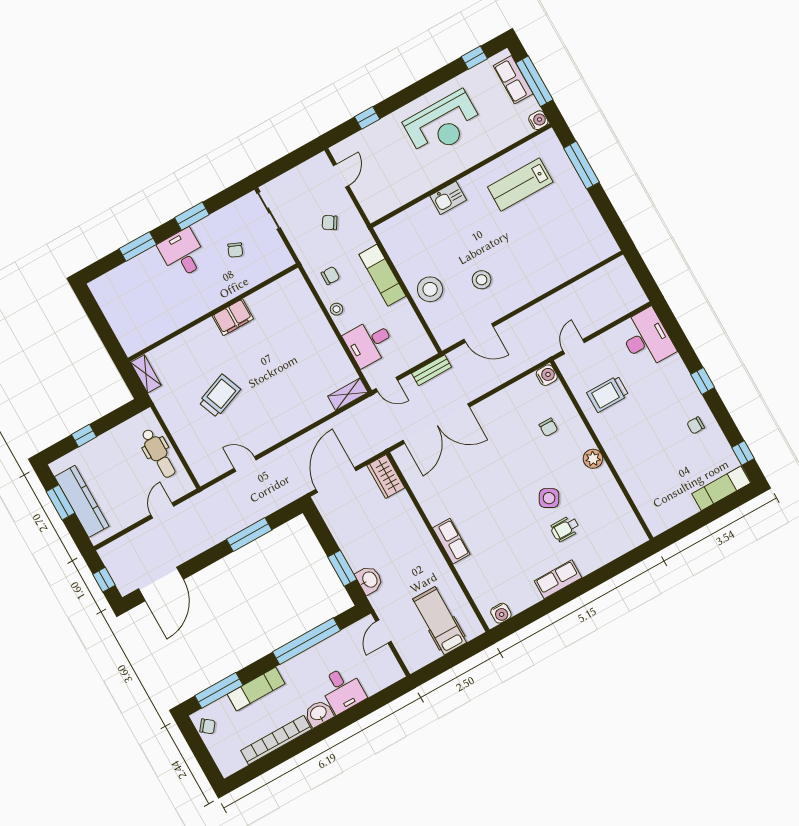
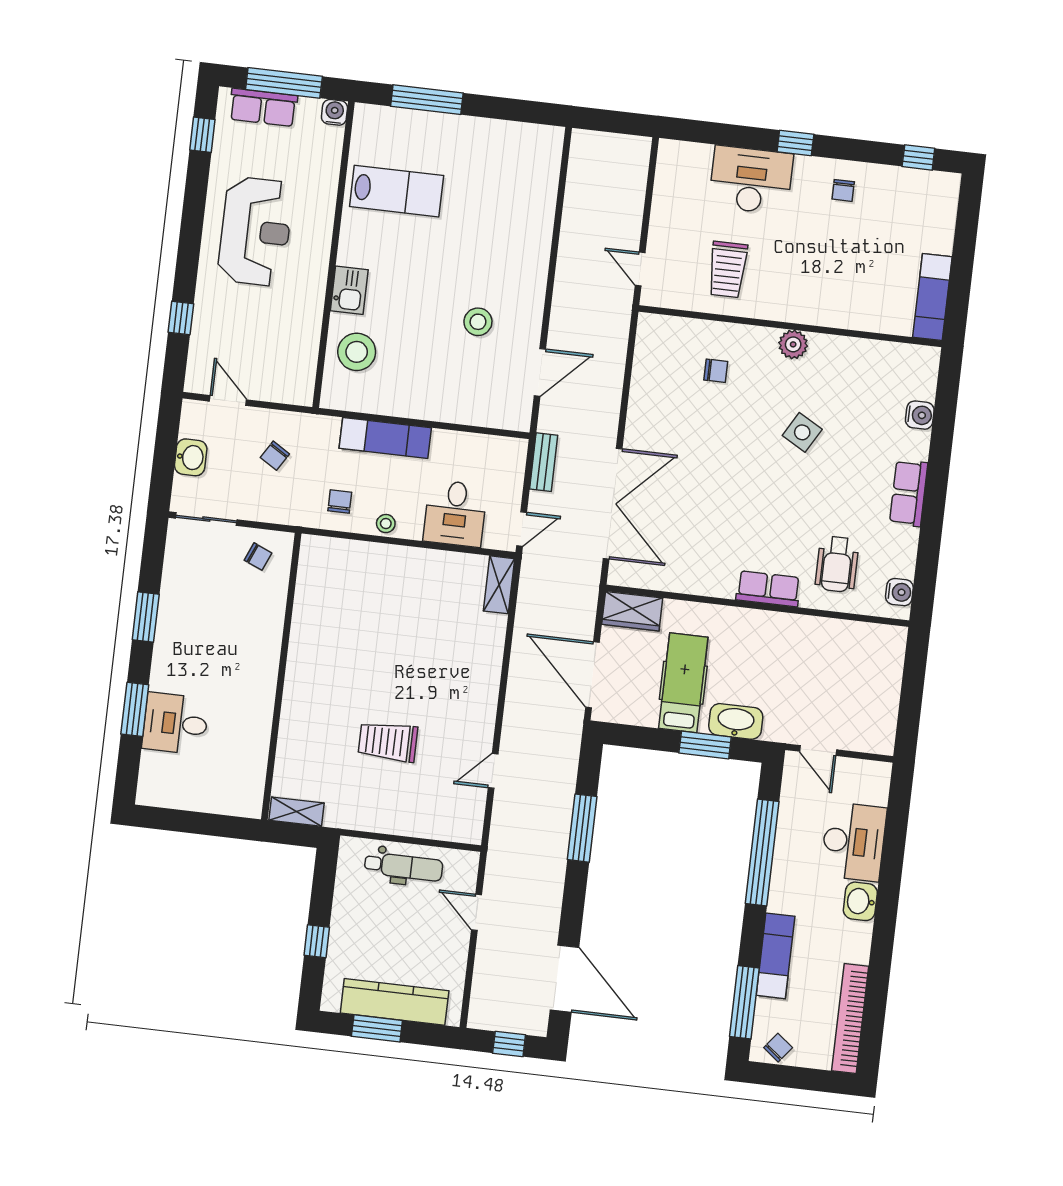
washbasin: (296, 178) -> (191, 457), added
lab bench: (520, 185) -> (397, 191), turned -90
chair: (235, 250) -> (258, 557), moved
desk: (183, 253) -> (175, 724), moved
stool: (430, 289) -> (357, 352), moved
filing cabinet: (233, 317) -> (304, 657), removed
desk: (647, 338) -> (751, 180), moved
water cooler: (547, 375) -> (920, 415), moved, turned 90
trolley: (220, 396) -> (388, 742), turned -69
exam couch: (721, 488) -> (932, 297), moved
wheelchair: (565, 529) -> (837, 564), moved, width x1.36, depth x1.37
washbasin: (369, 580) -> (736, 721), width x1.38
hospital bed: (440, 621) -> (683, 683), moved, turned 90
desk: (342, 690) -> (854, 842), width x1.37
bookcase: (276, 740) -> (850, 1019), moved

